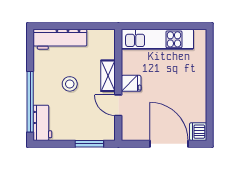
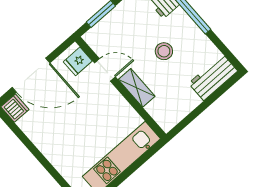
workbench: (60, 39) -> (213, 77), width x0.73
fridge: (131, 83) -> (78, 61), moved

